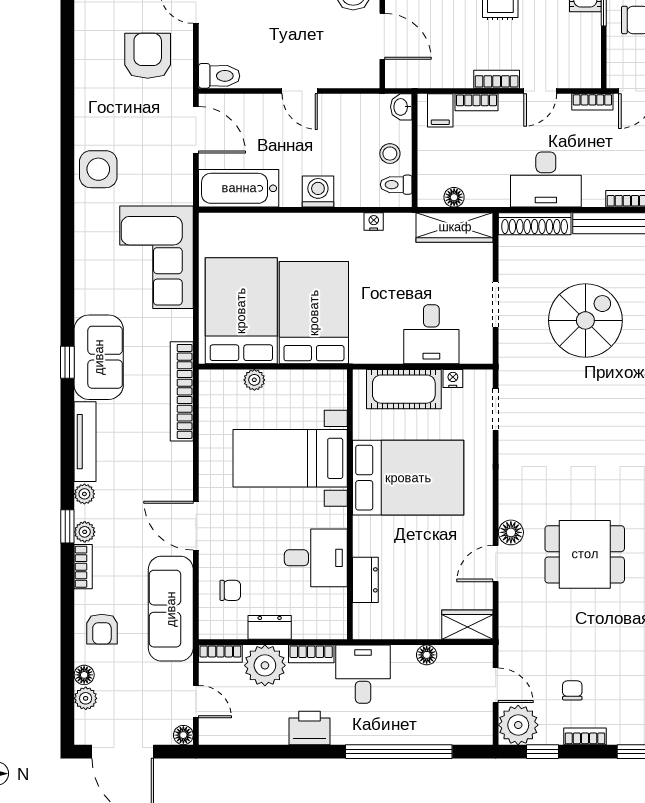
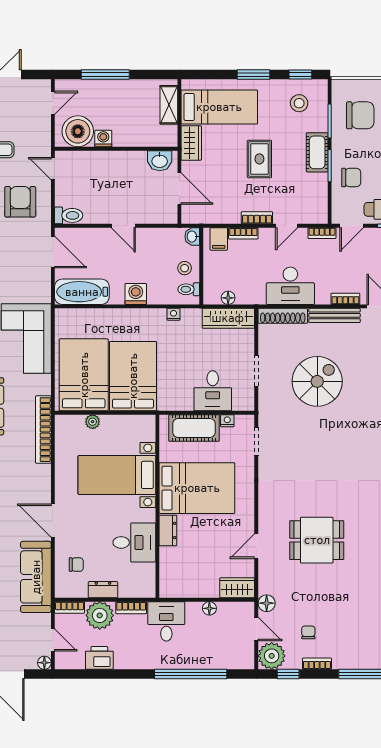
floor lamp: (511, 532) -> (267, 603), moved
dresser: (365, 580) -> (168, 530), moved
printer: (309, 728) -> (99, 658), moved

